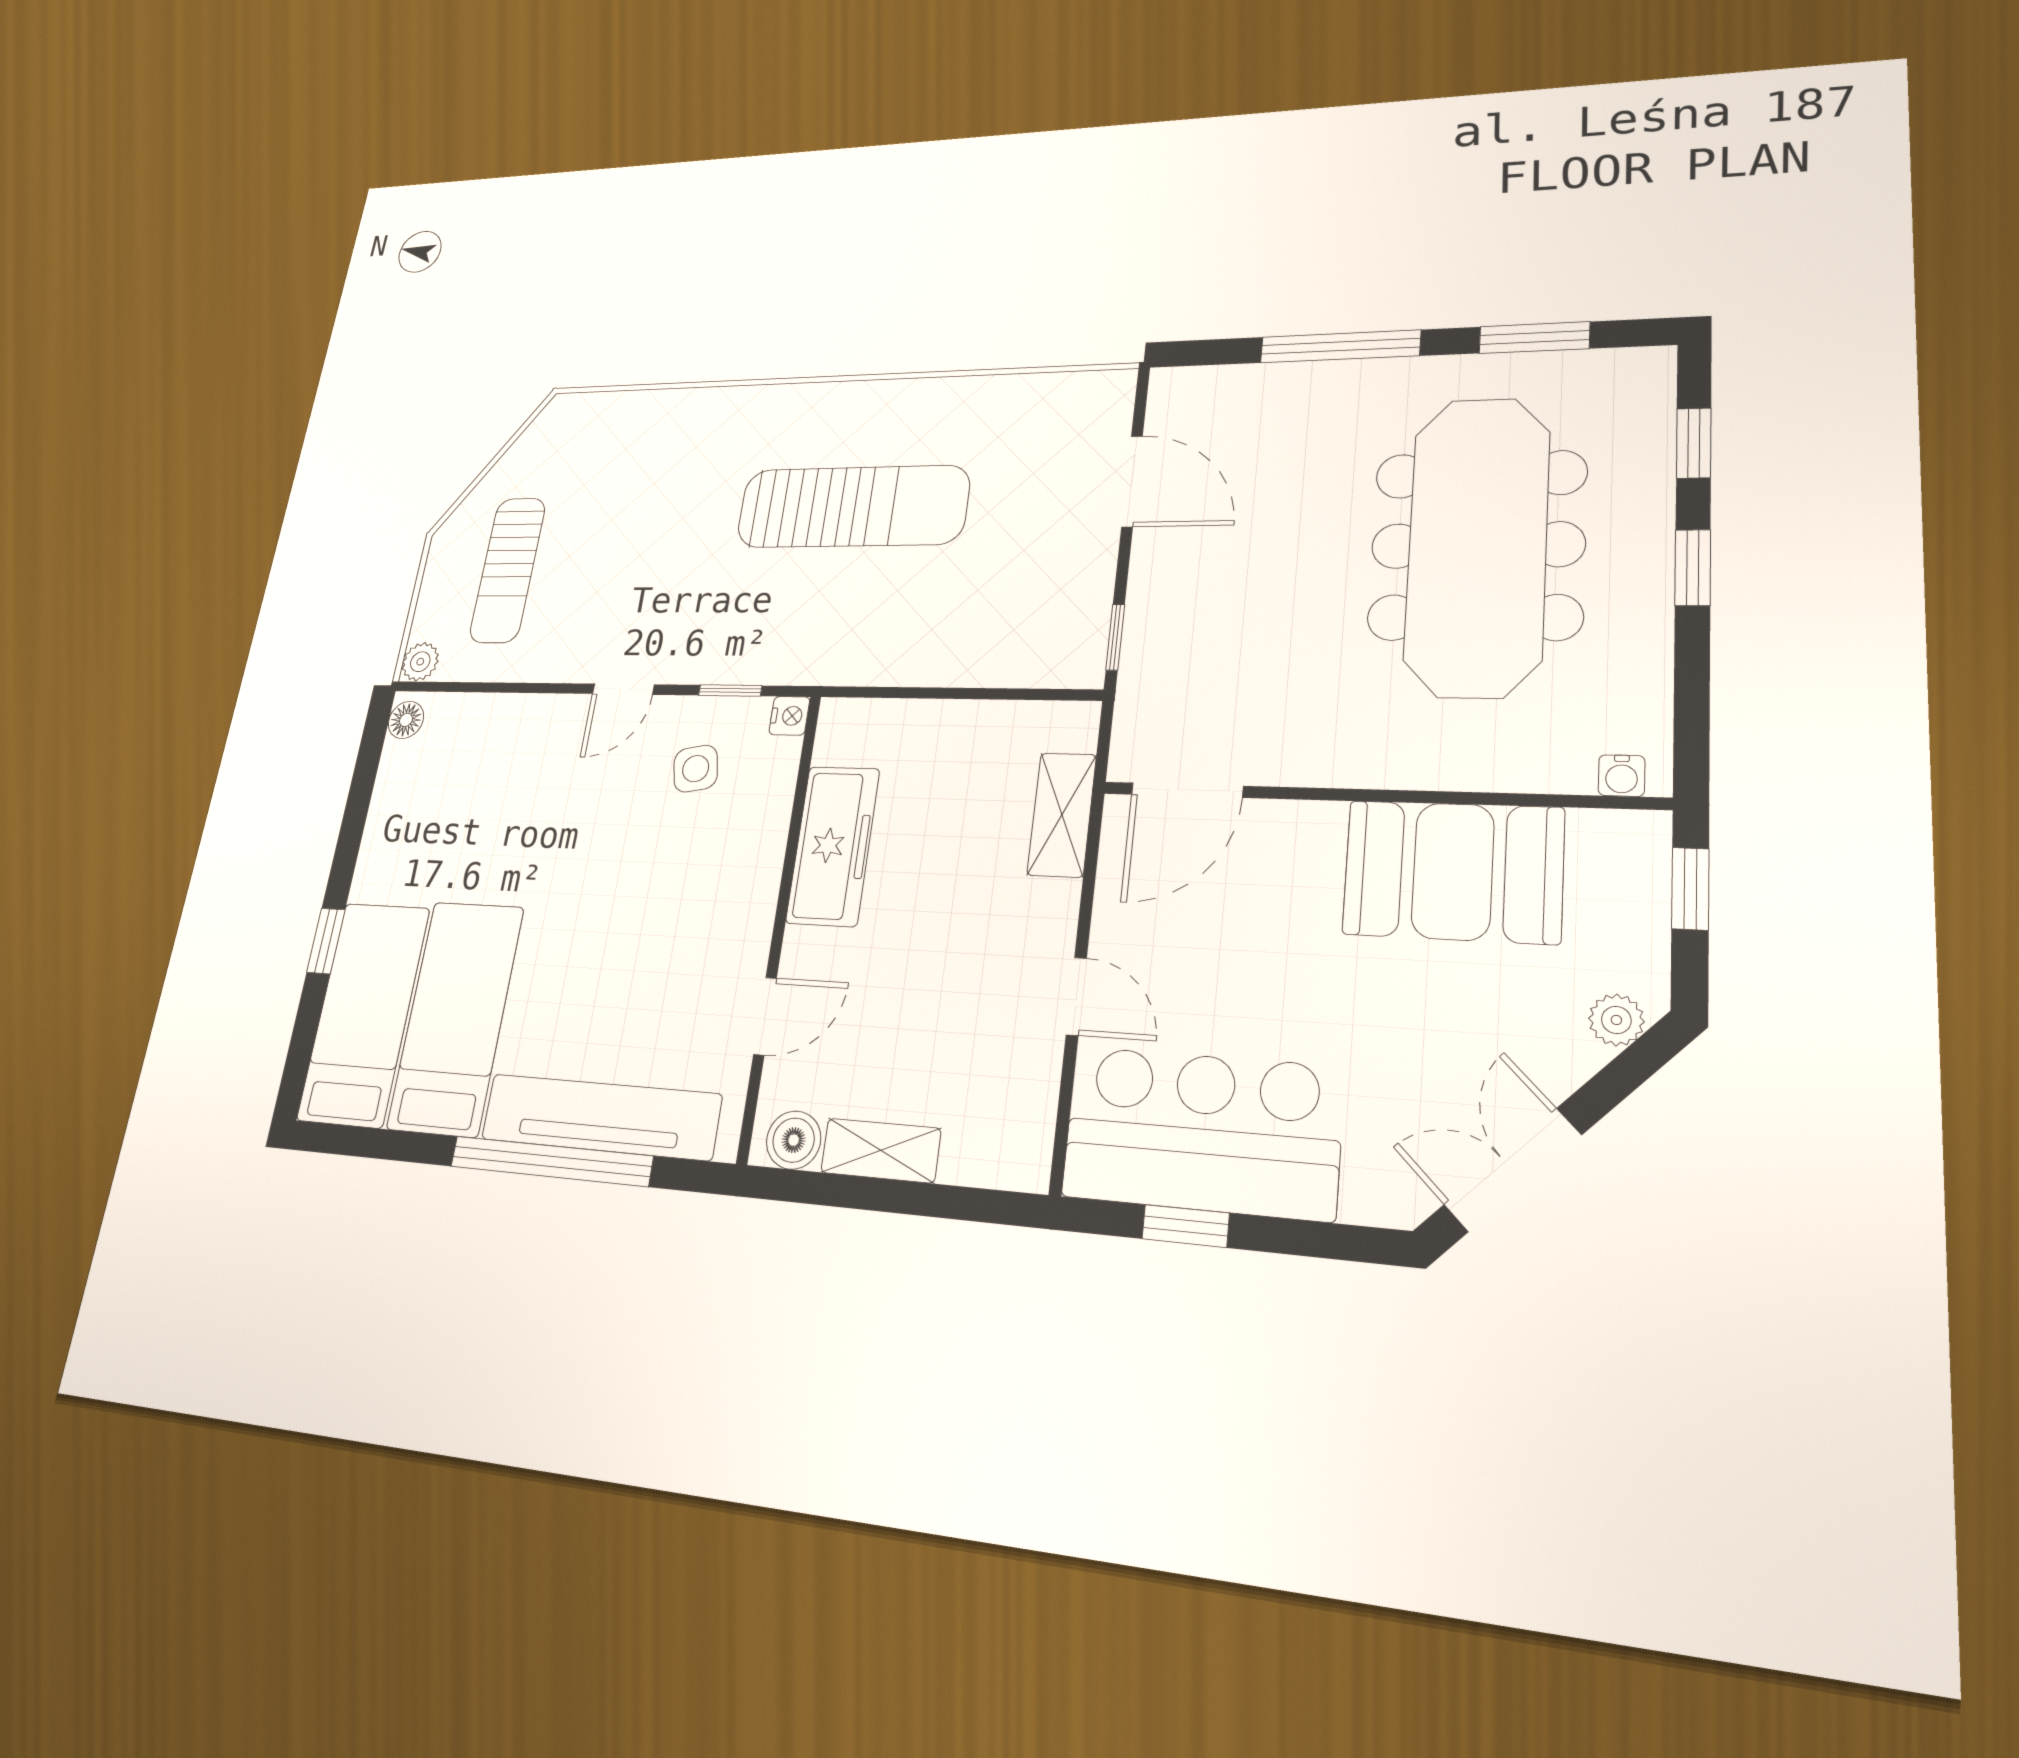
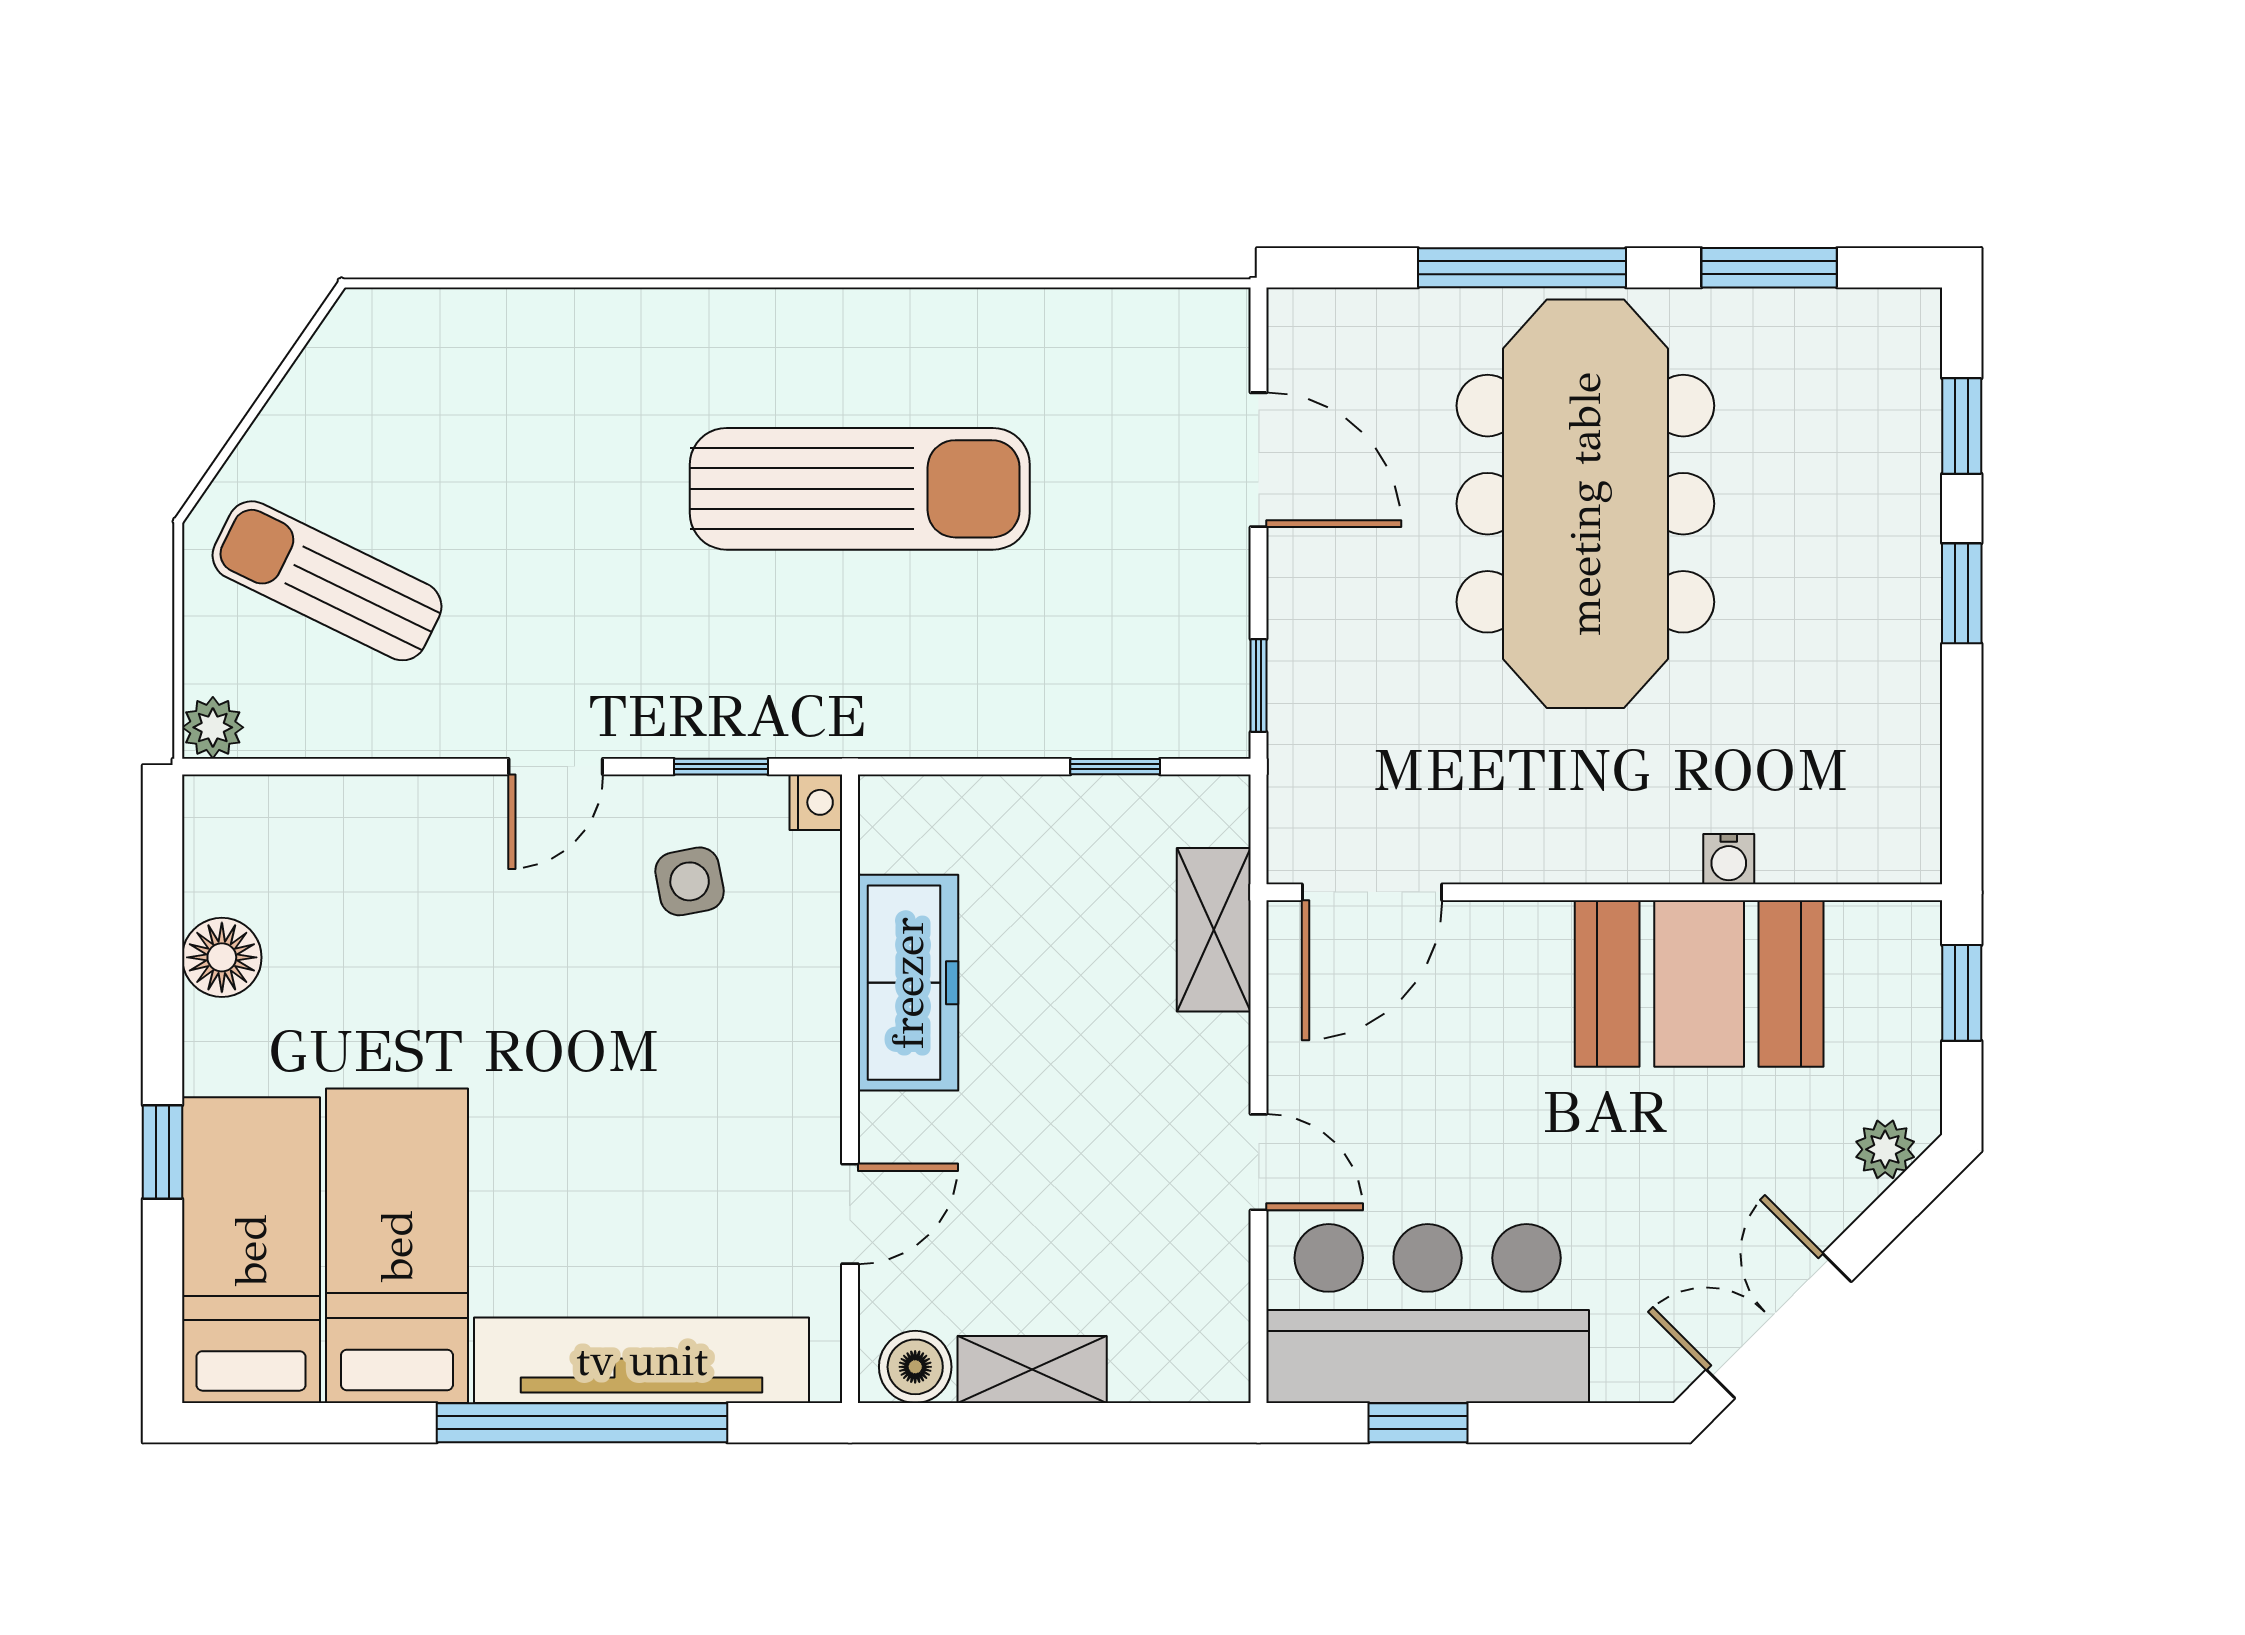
meeting table: (1477, 545) -> (1585, 504), moved
sun lounger: (508, 570) -> (327, 581), turned 116
window: (1003, 694) -> (1115, 767), added
floor lamp: (406, 720) -> (222, 957), moved, width x1.37, depth x1.37
water cooler: (1622, 776) -> (1729, 859), moved

